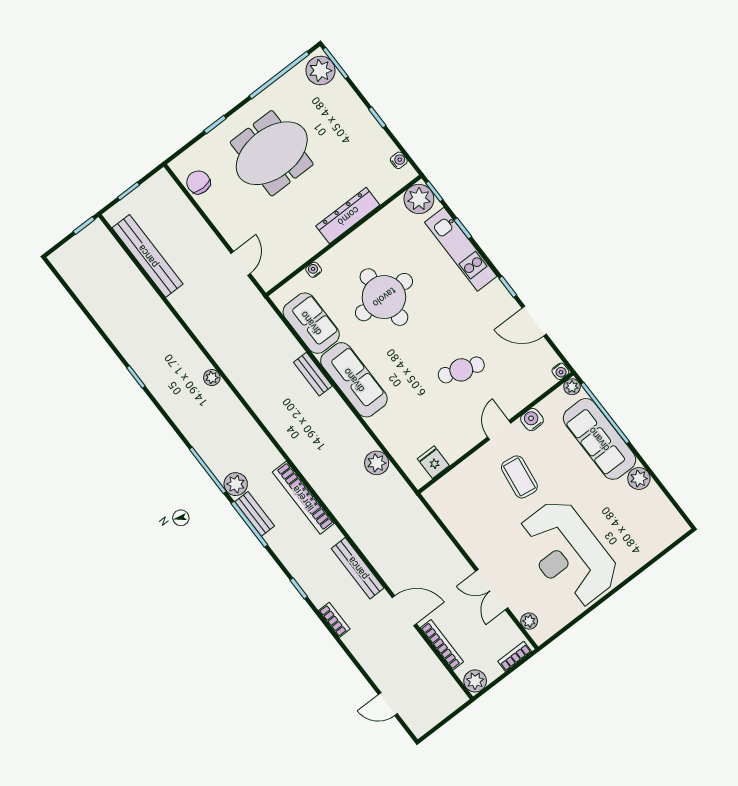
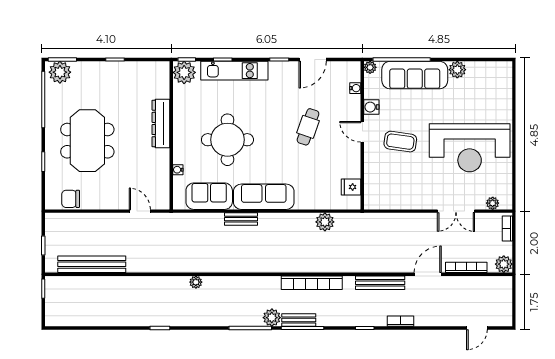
water cooler: (399, 160) -> (151, 67), removed
water cooler: (560, 371) -> (355, 88), moved

